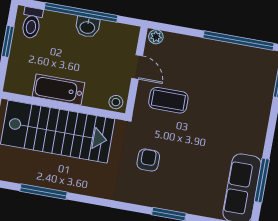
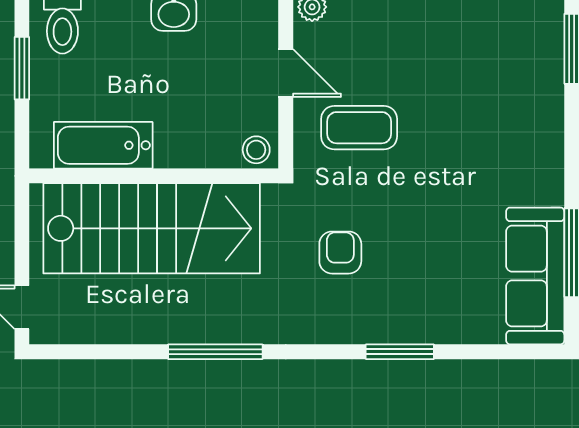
bathtub: (58, 90) -> (103, 145), moved
window: (43, 192) -> (215, 352), moved

